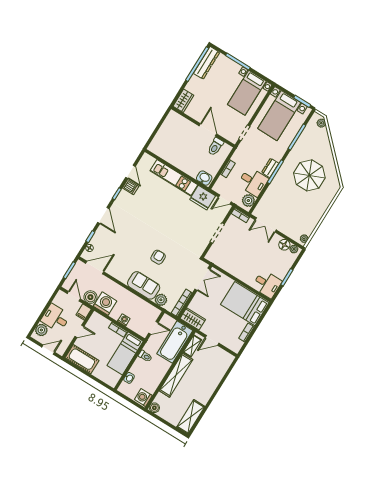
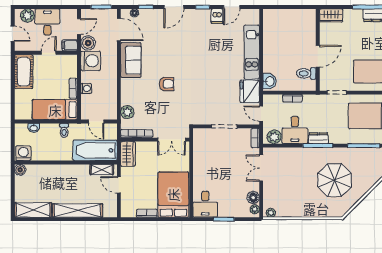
sofa: (144, 285) -> (131, 60), moved
door: (79, 331) -> (49, 53), swing flipped
shelving: (176, 375) -> (77, 211), moved

